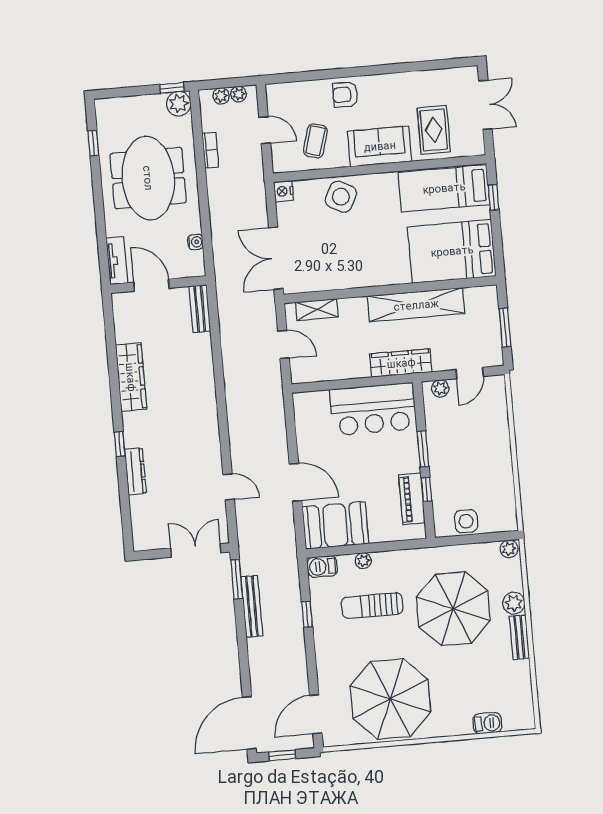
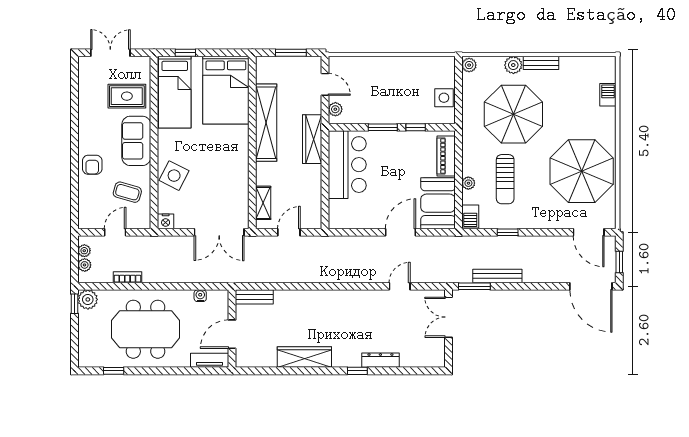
piano: (412, 499) -> (446, 156), moved, turned 90

